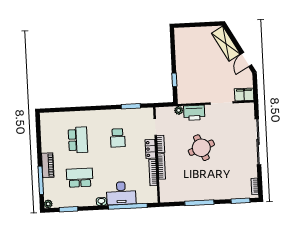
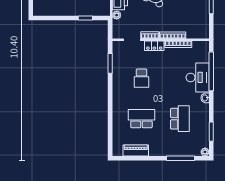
school desk: (118, 138) -> (141, 78), turned 90
piano: (48, 165) -> (136, 150), moved
school desk: (80, 178) -> (180, 119), turned 180

